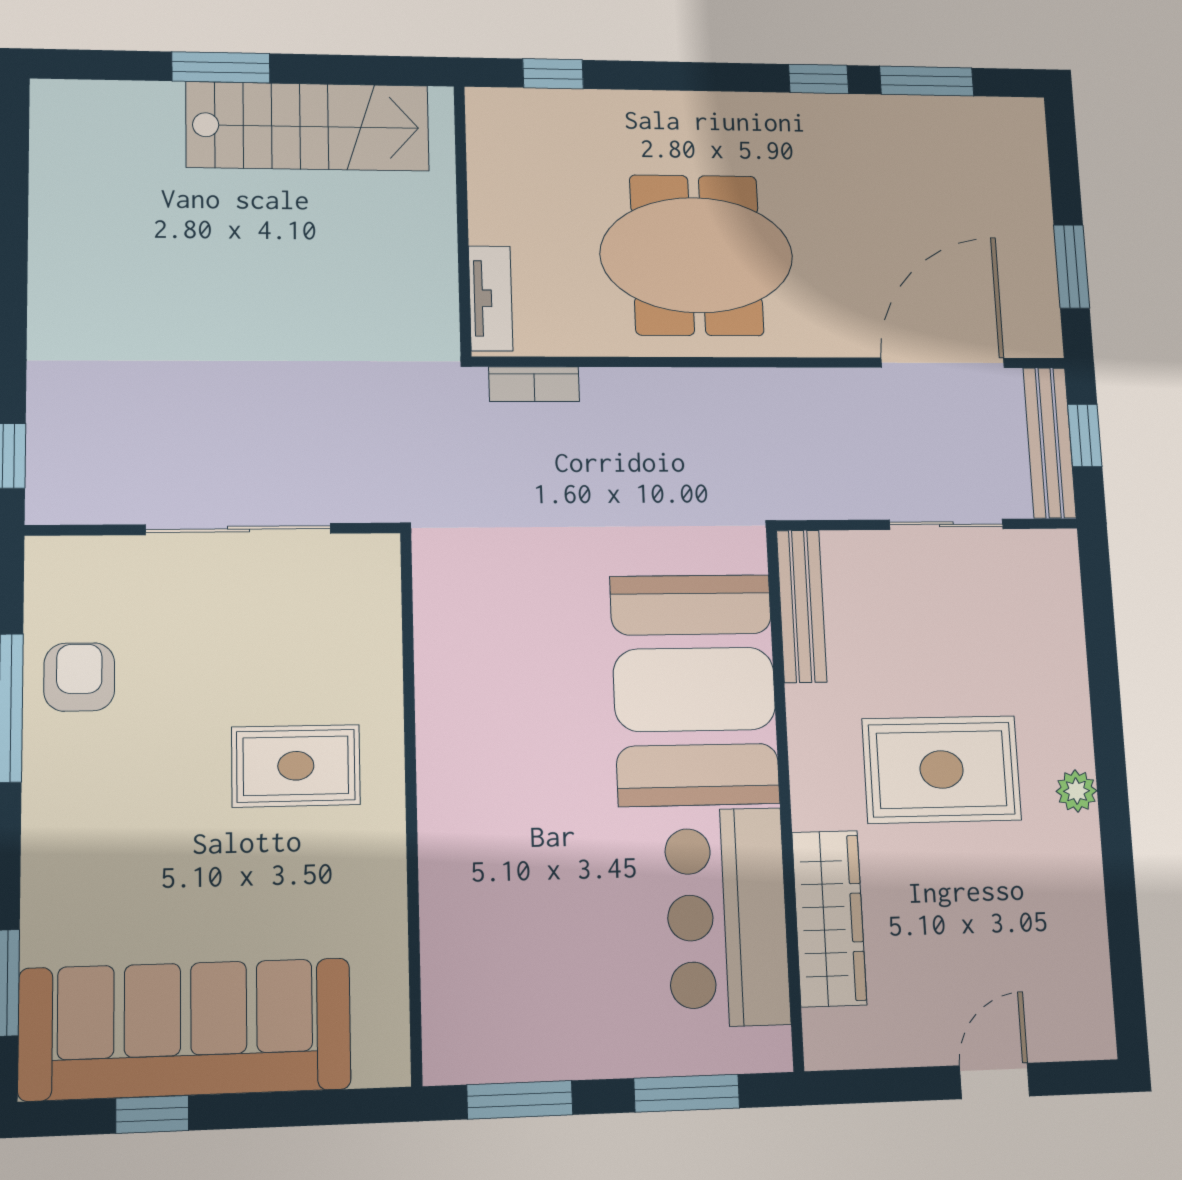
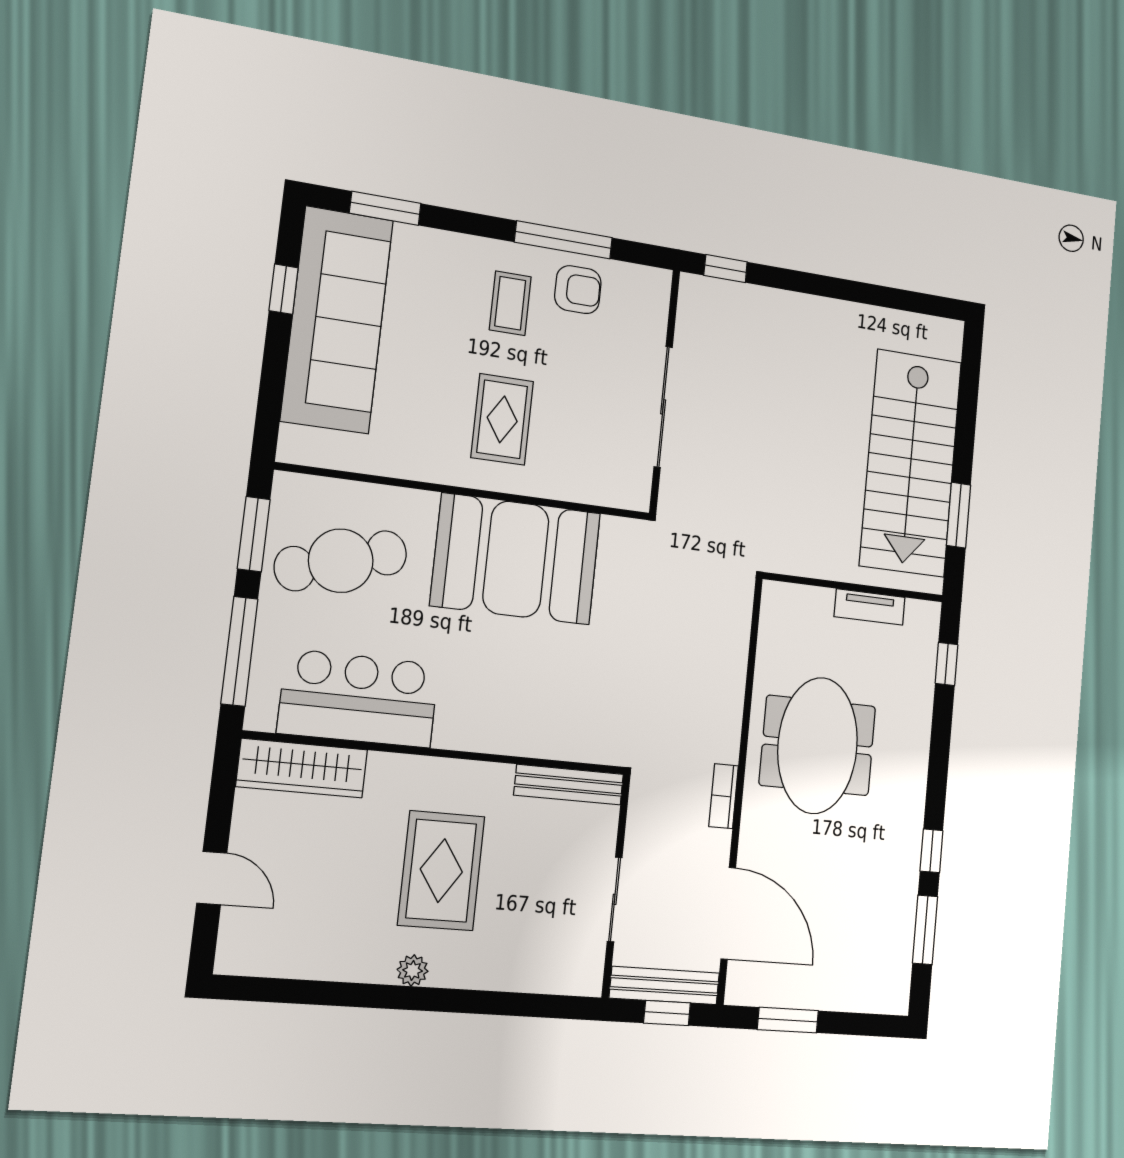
window: (221, 67) -> (959, 515), moved
stairs: (308, 126) -> (911, 463), width x1.36, depth x1.51
tv unit: (491, 298) -> (870, 607), moved
bookcase: (534, 384) -> (724, 796), moved
booth: (694, 689) -> (516, 559), moved
coffee table: (117, 776) -> (510, 303), added
wardrobe: (829, 918) -> (302, 768), moved
cafe table: (538, 971) -> (341, 561), added
window: (687, 1093) -> (239, 651), width x1.44

